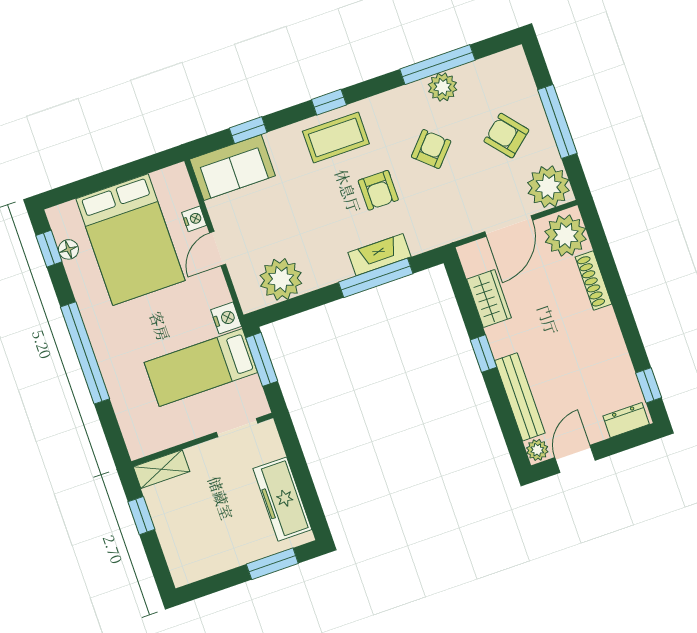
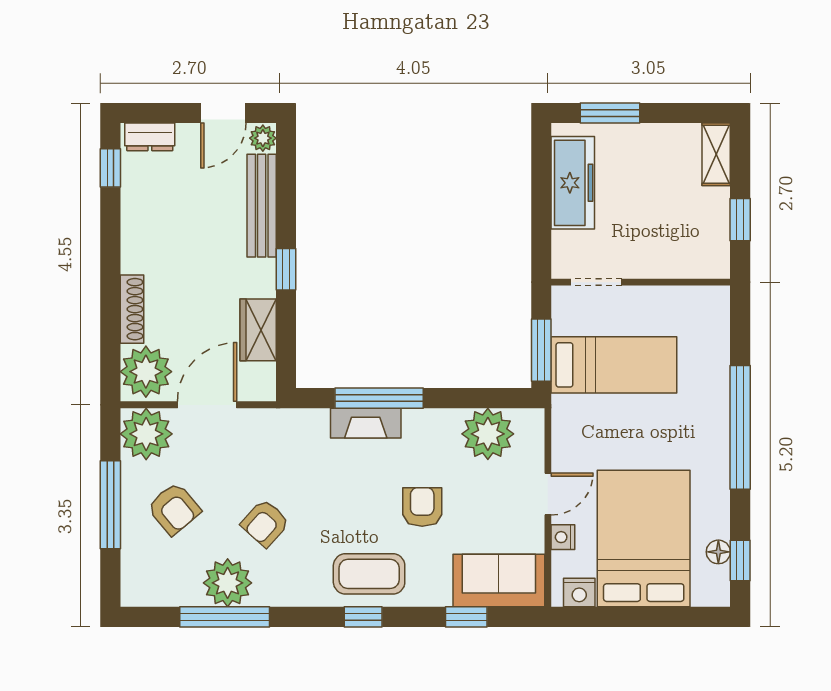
plant: (443, 87) -> (228, 583), width x1.36, depth x1.36
armchair: (378, 190) -> (422, 507), moved
nightstand: (226, 318) -> (579, 593), moved, turned -90
shelving: (161, 469) -> (716, 154), moved, turned 90

